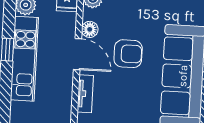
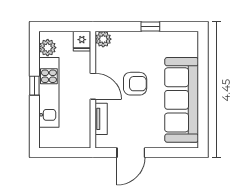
floor lamp: (90, 29) -> (102, 65), removed

